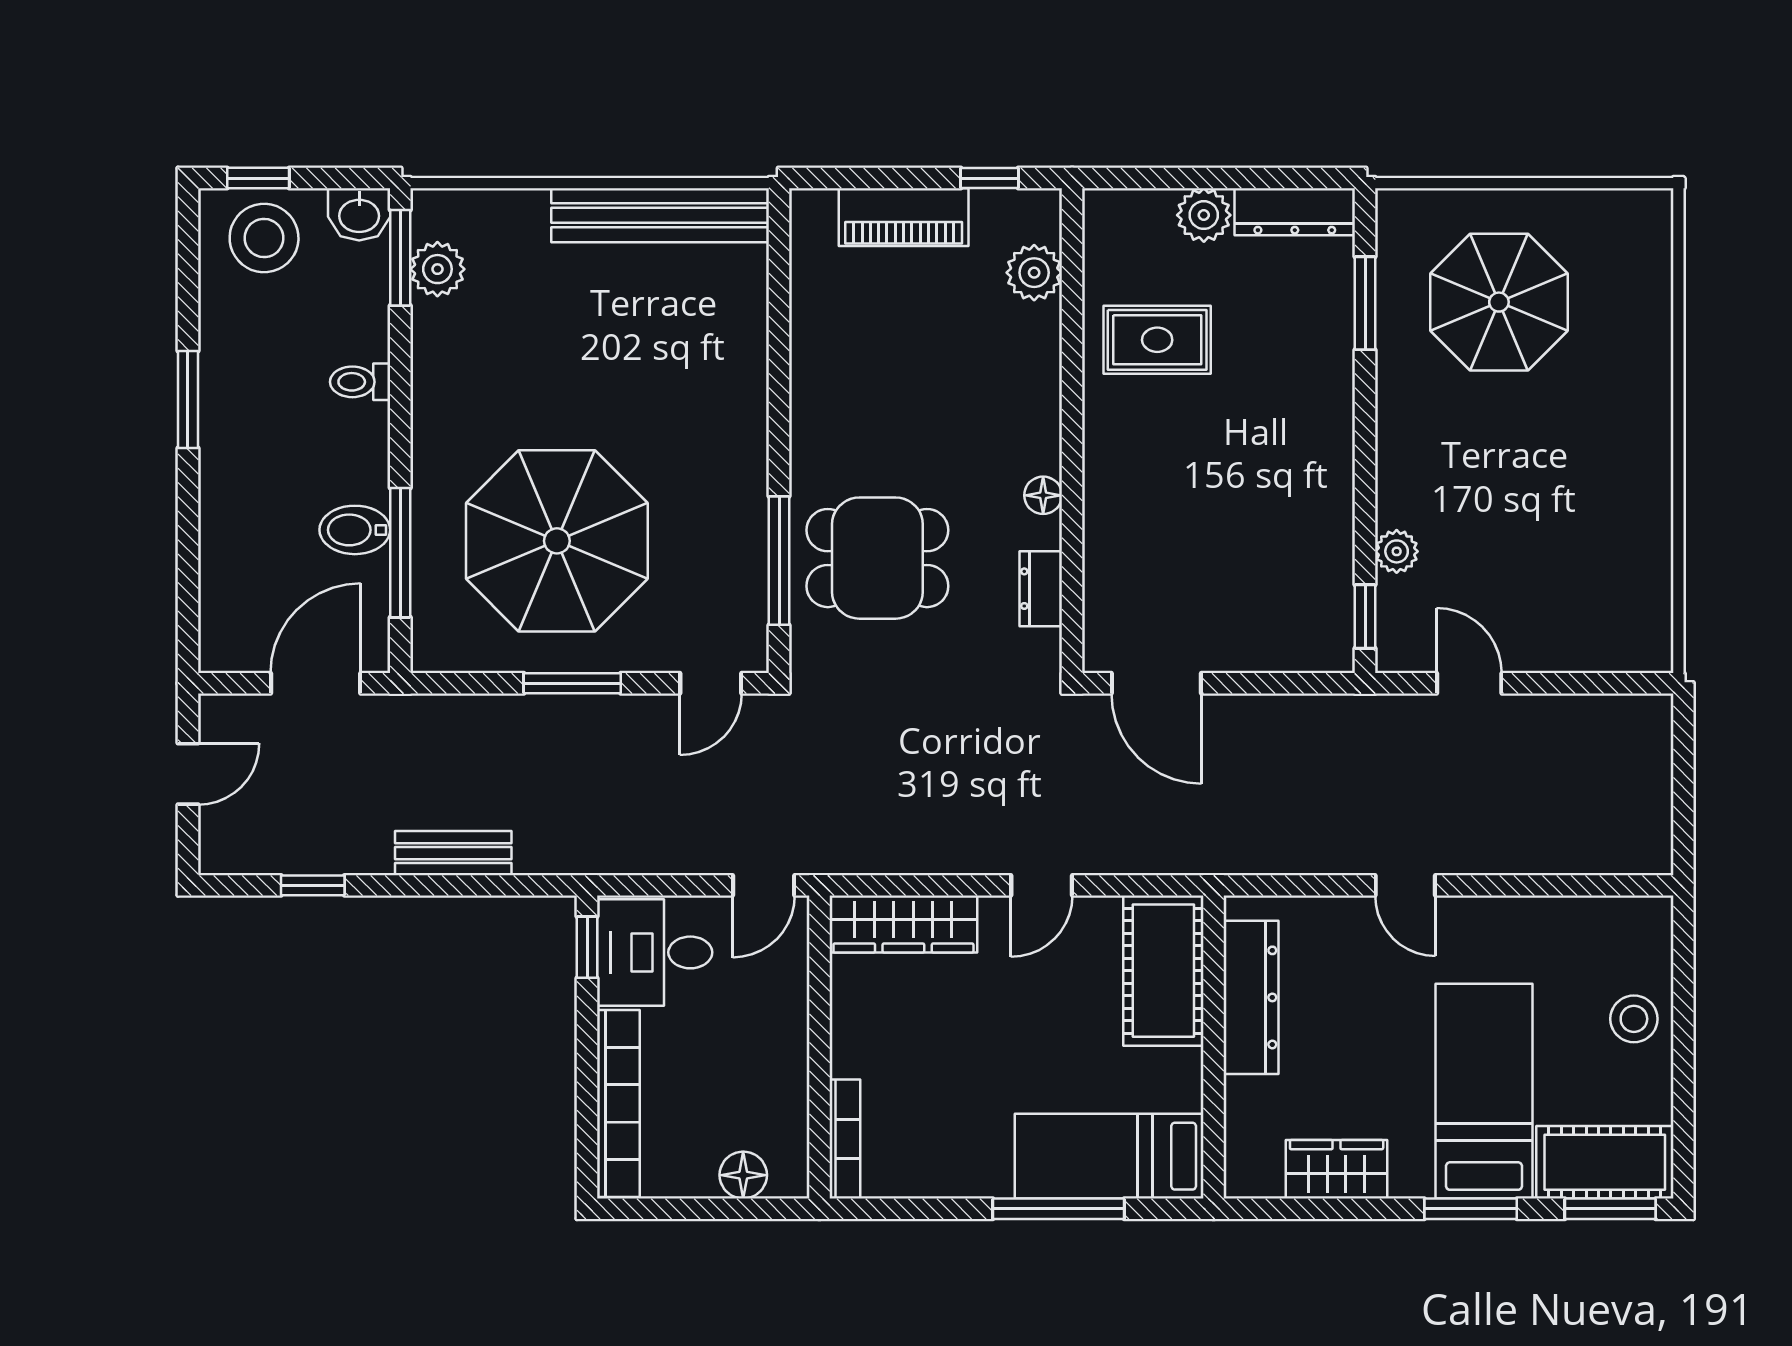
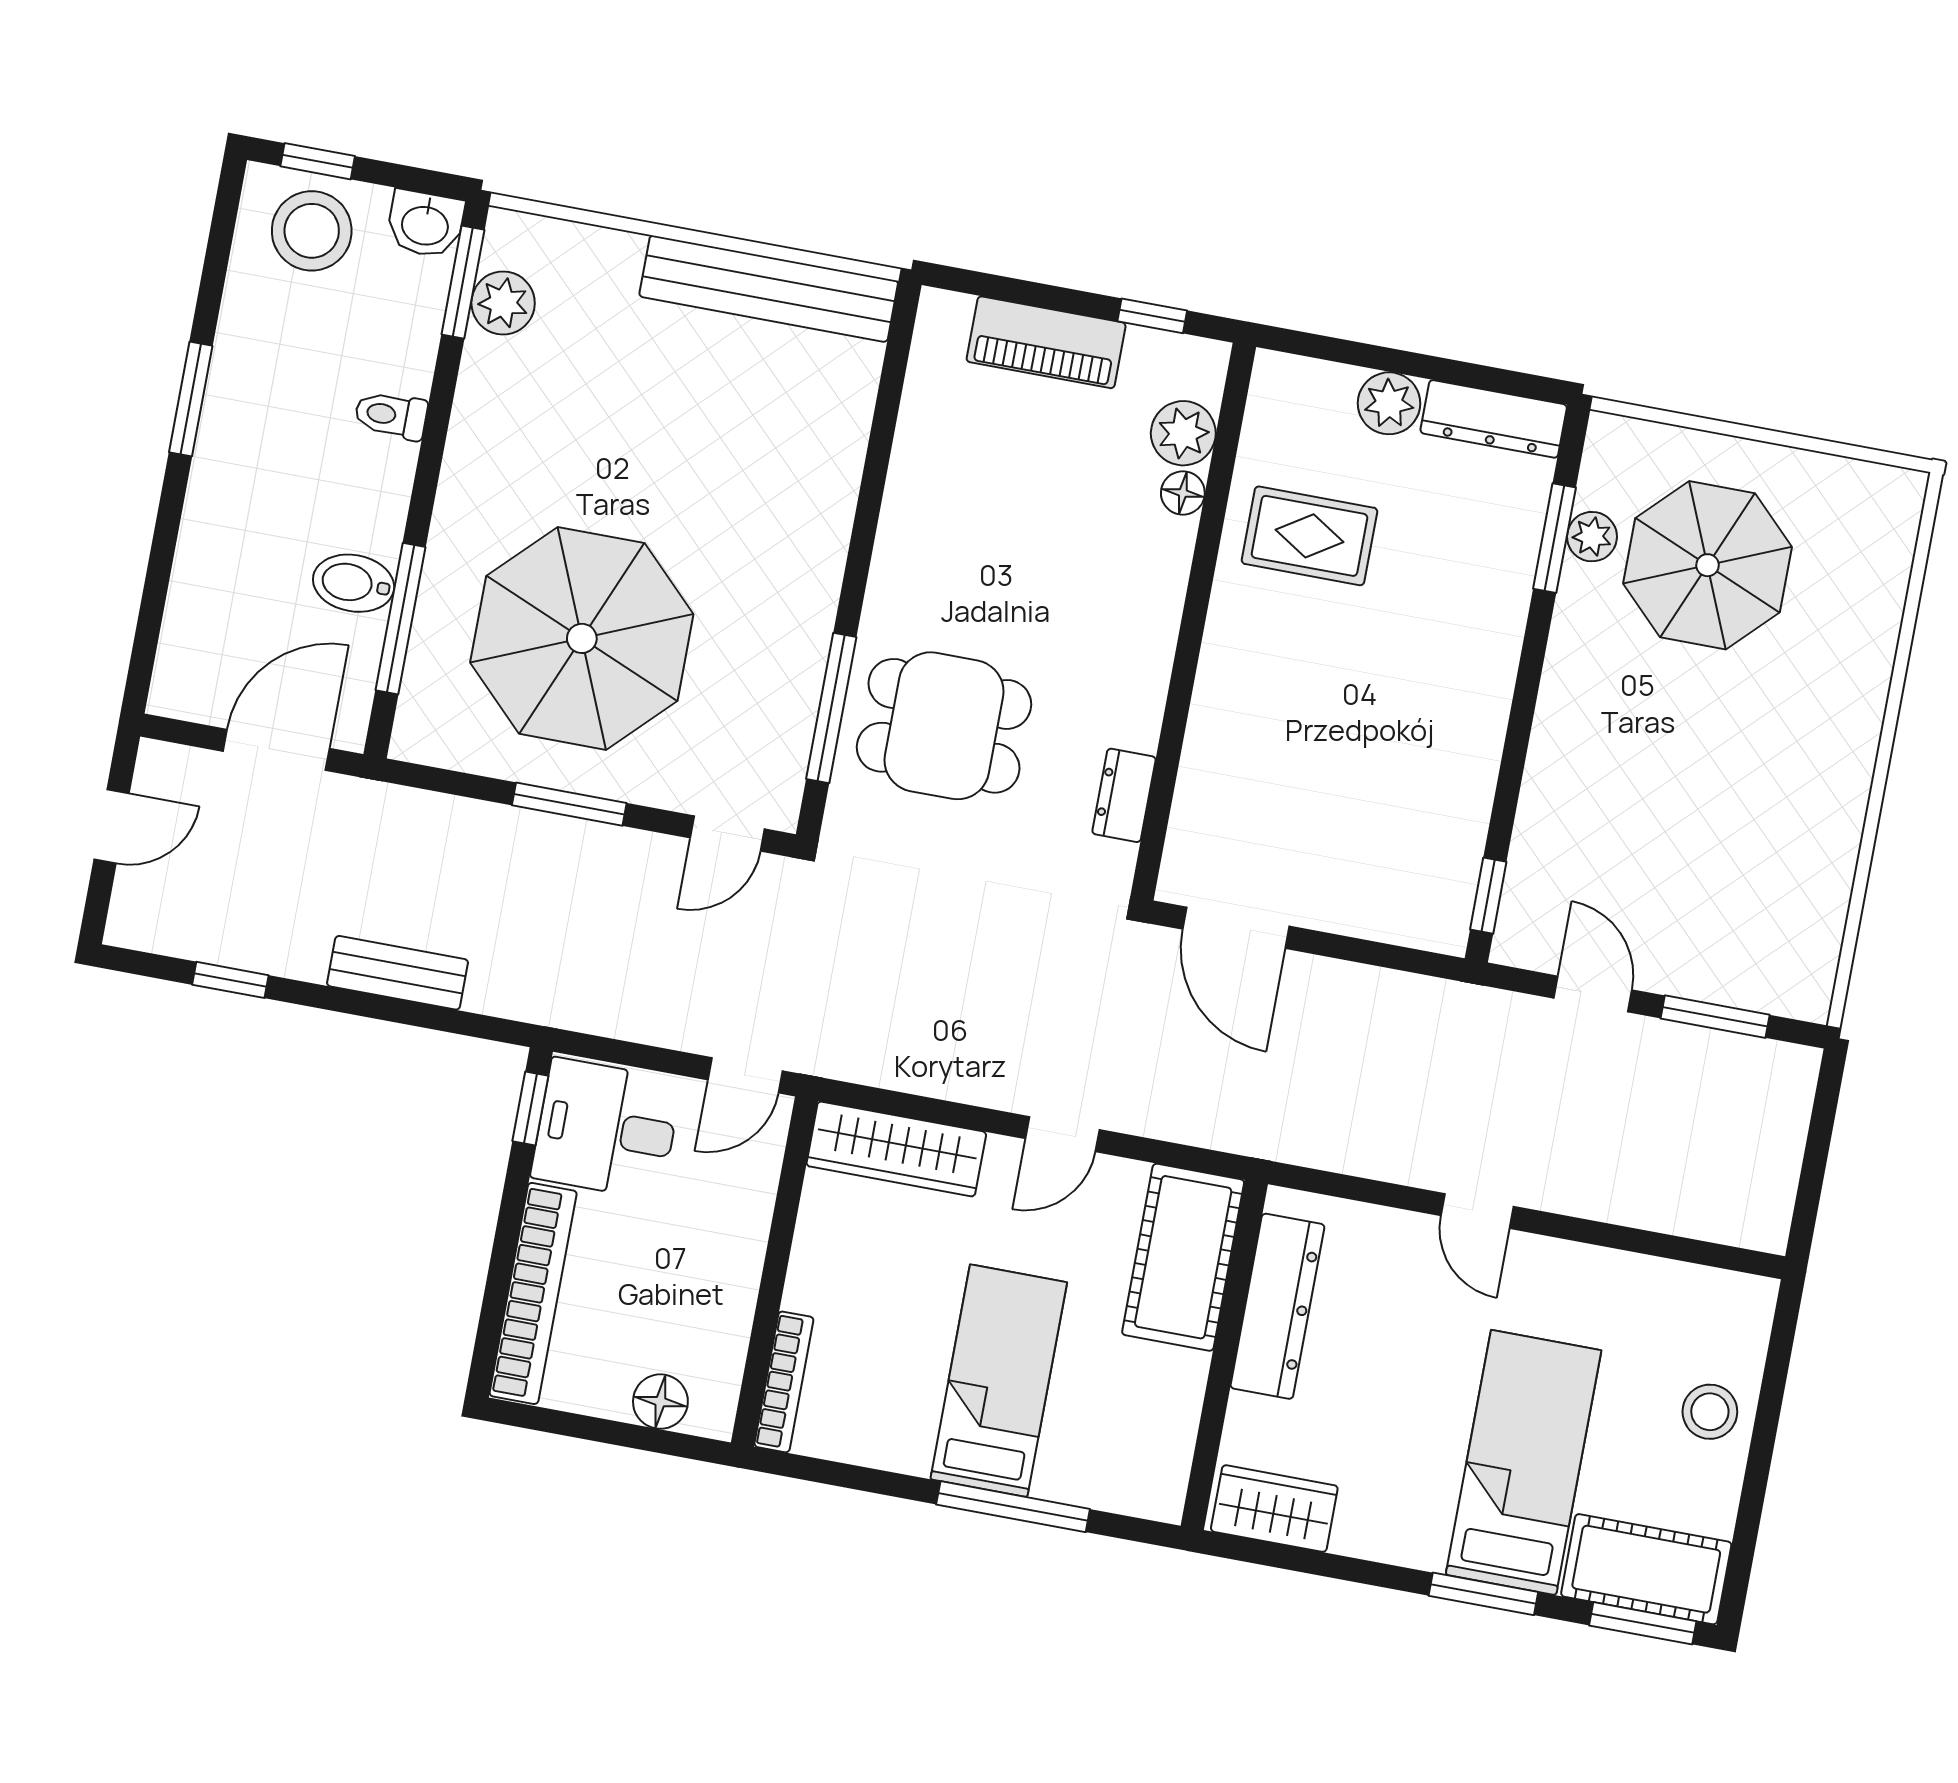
floor lamp: (1043, 495) -> (1183, 493), moved
plant: (1397, 551) -> (1592, 537), moved
window: (1576, 683) -> (1715, 1017), added
bed: (1109, 1156) -> (999, 1381), moved, turned 90
wardrobe: (1337, 1169) -> (1274, 1509), moved

